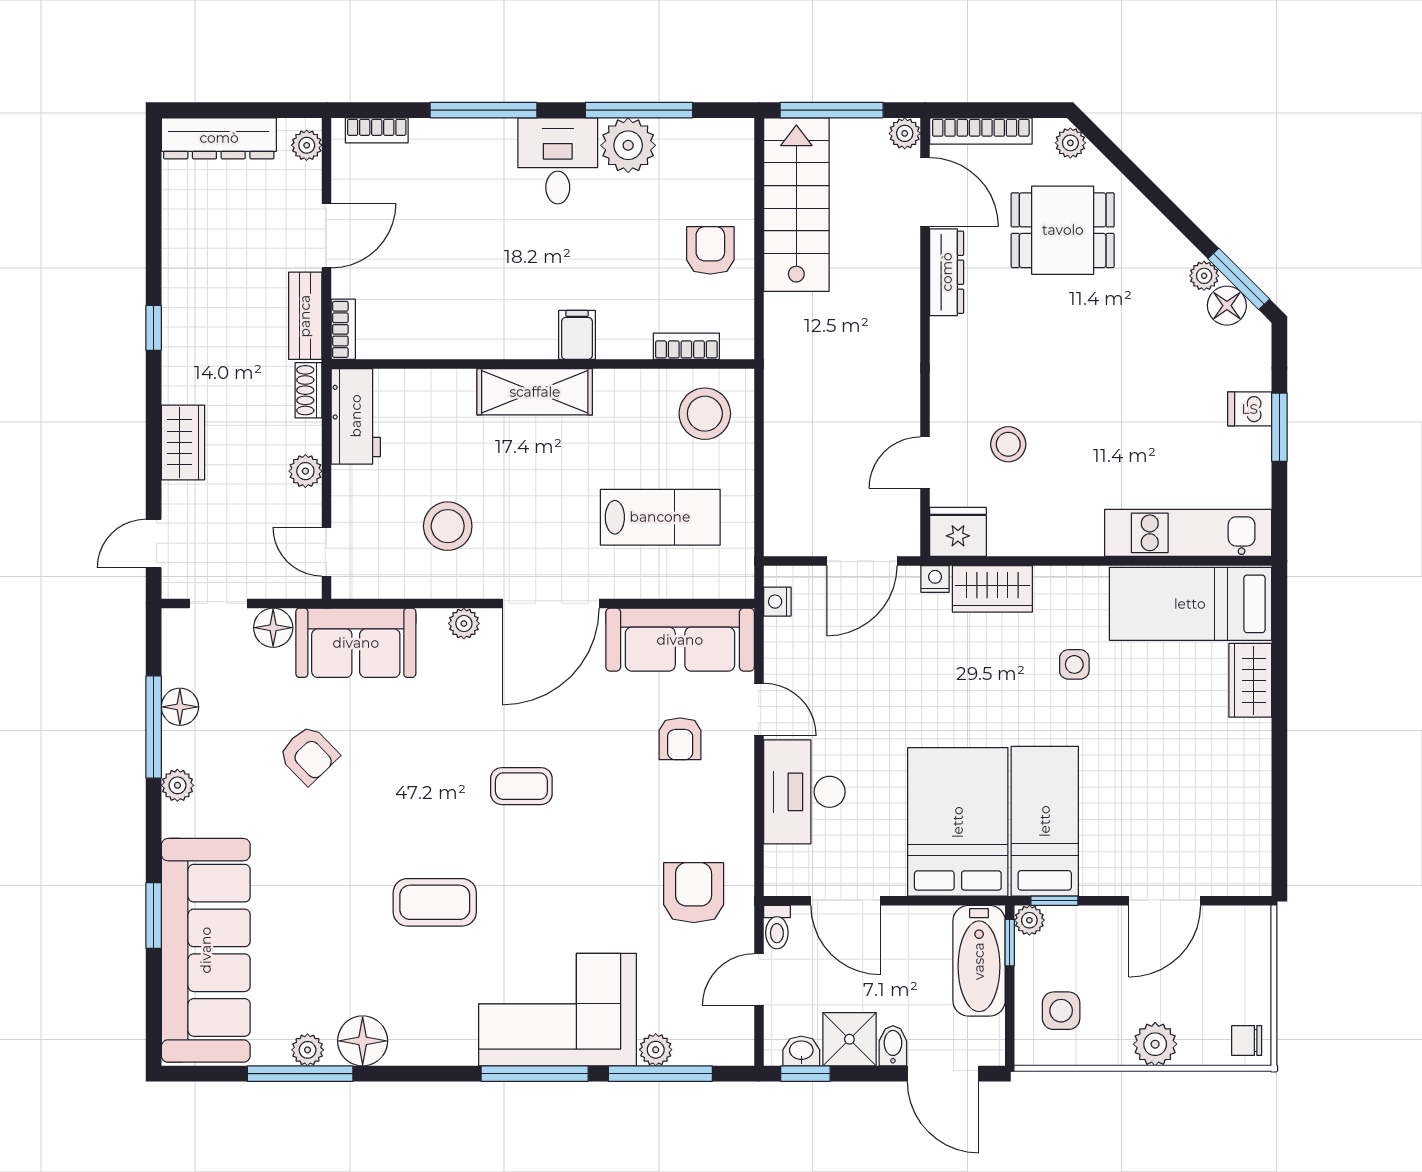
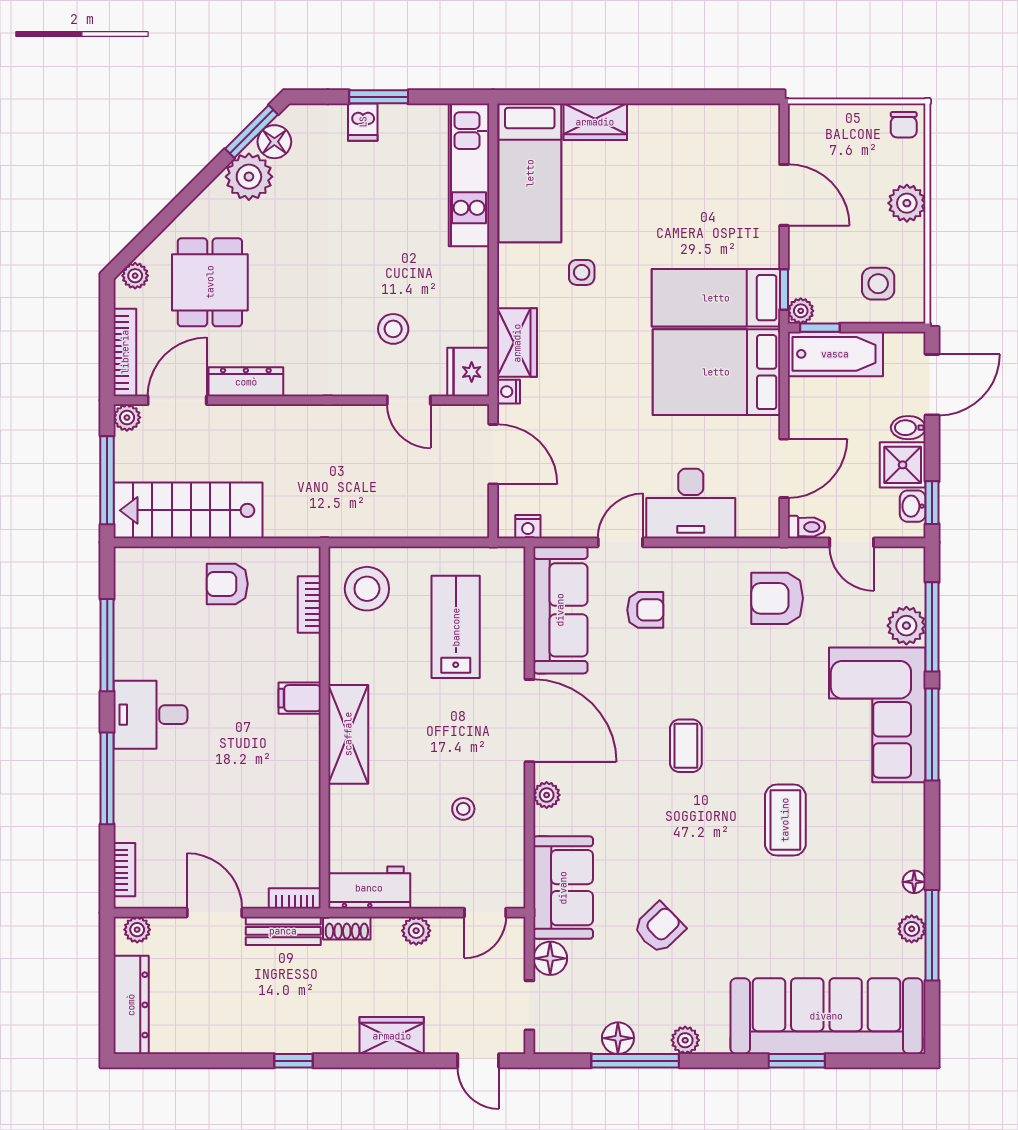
plant: (628, 145) -> (137, 654), removed
plant: (1204, 276) -> (249, 177), width x1.88, depth x1.88
stool: (448, 526) -> (463, 809), width x0.53, depth x0.53
floor lamp: (363, 1041) -> (914, 882), width x0.53, depth x0.53
plant: (656, 1050) -> (906, 626), width x1.38, depth x1.38

